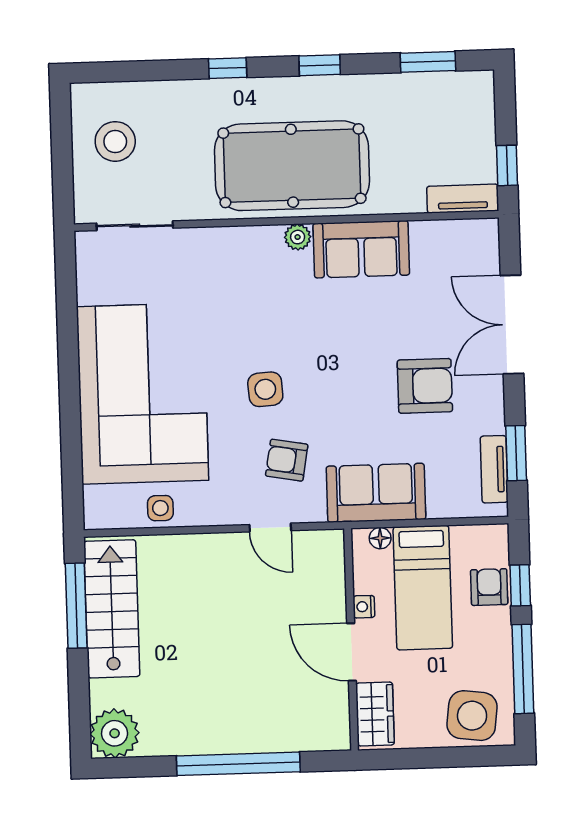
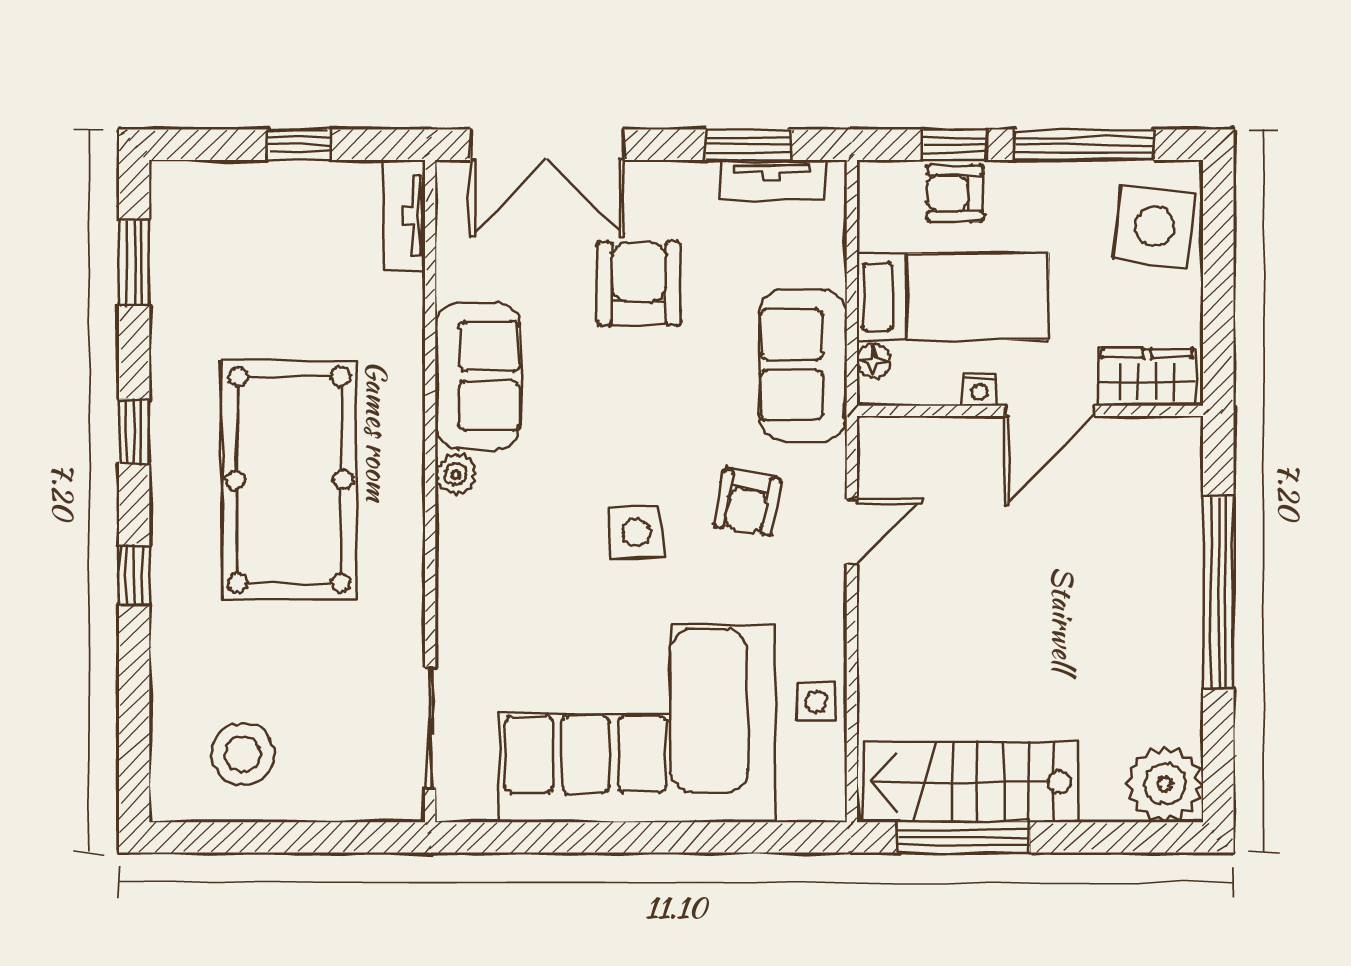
tv unit: (463, 199) -> (404, 215), moved
wall: (286, 221) -> (430, 491), moved
sliding door: (135, 226) -> (430, 728), moved
plant: (298, 237) -> (456, 474), moved
sofa: (361, 249) -> (478, 376), moved

